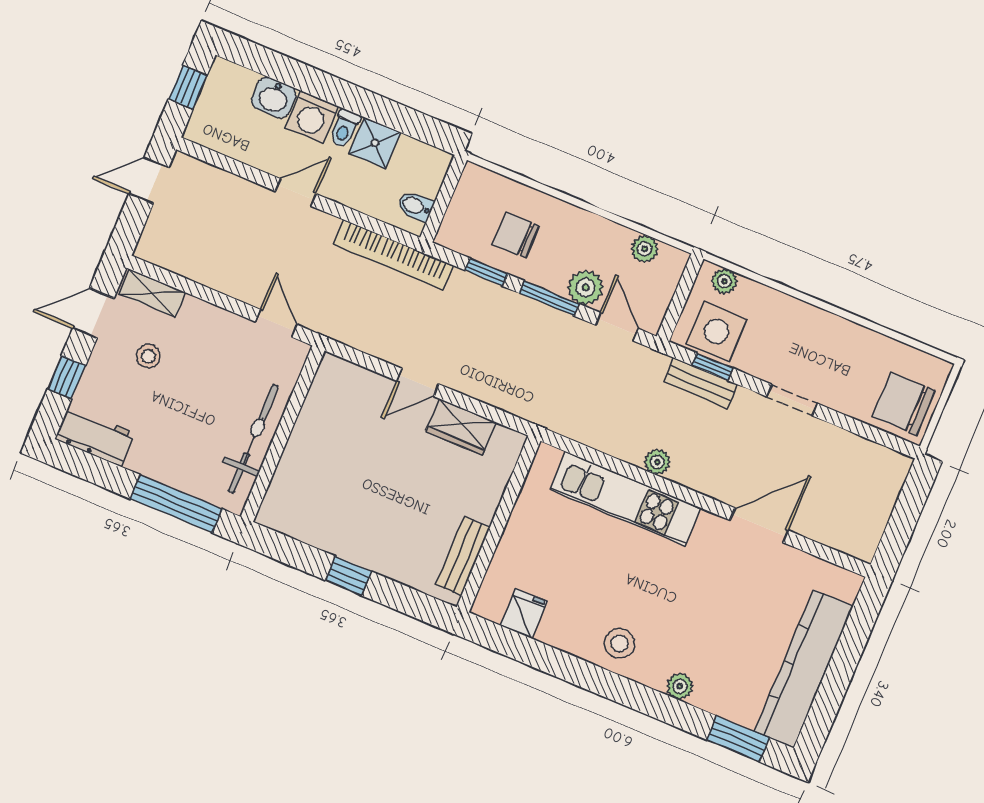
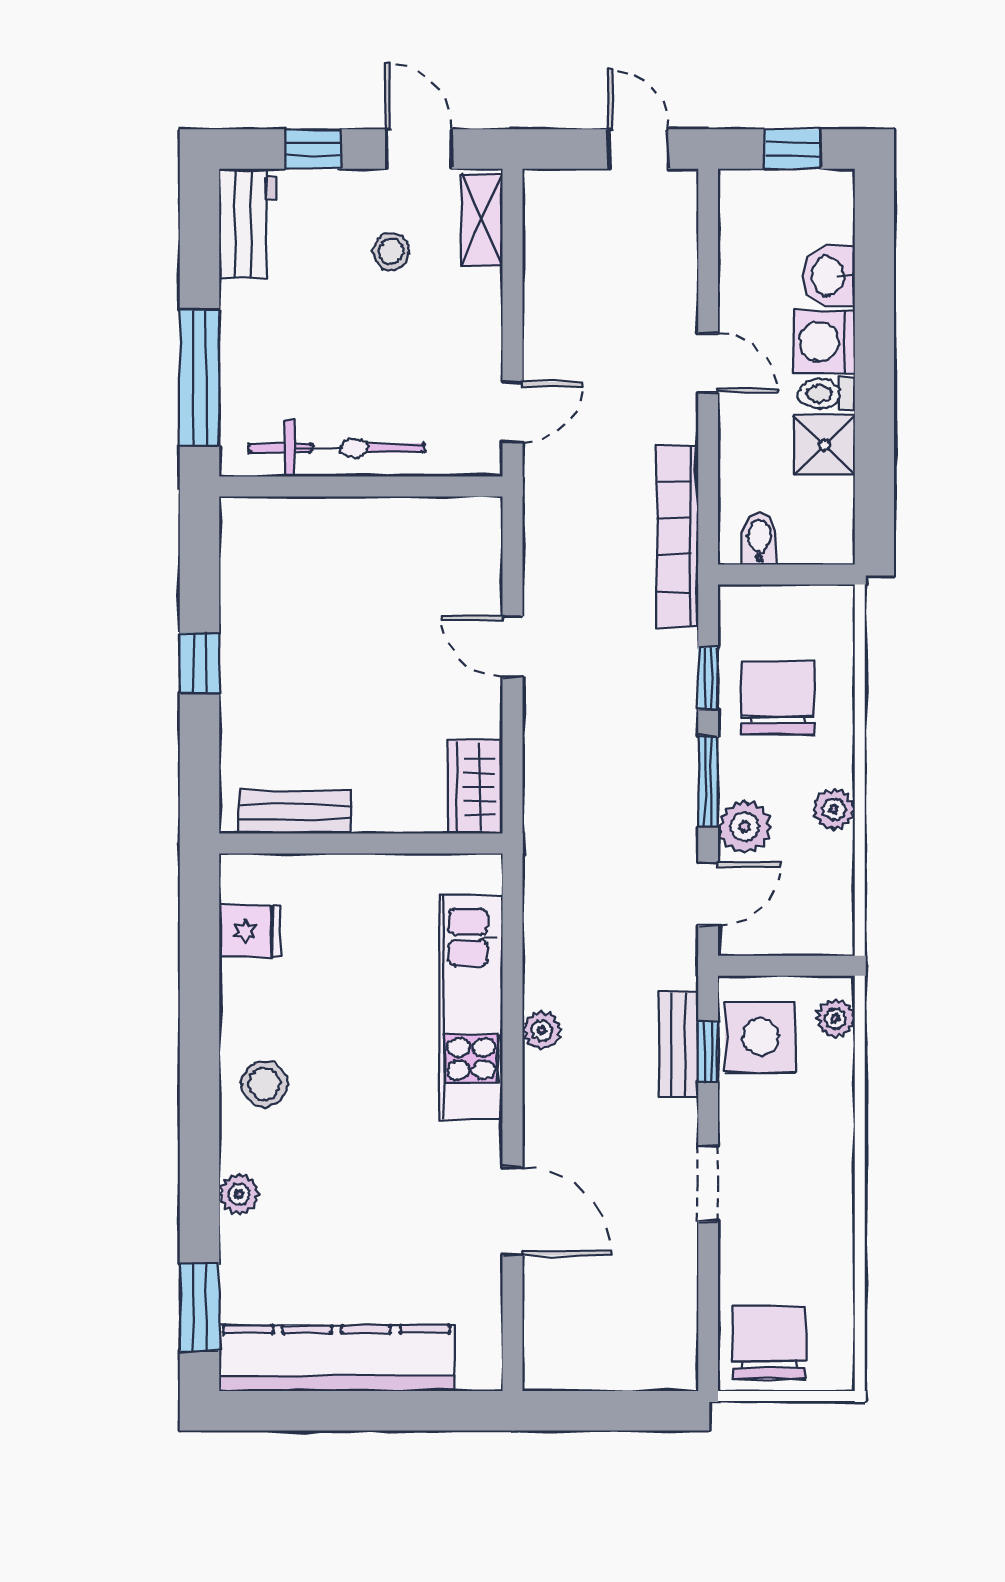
chair: (516, 235) -> (778, 698), width x1.37, depth x1.37
plant: (645, 249) -> (834, 809), moved
wardrobe: (461, 427) -> (476, 787), moved

